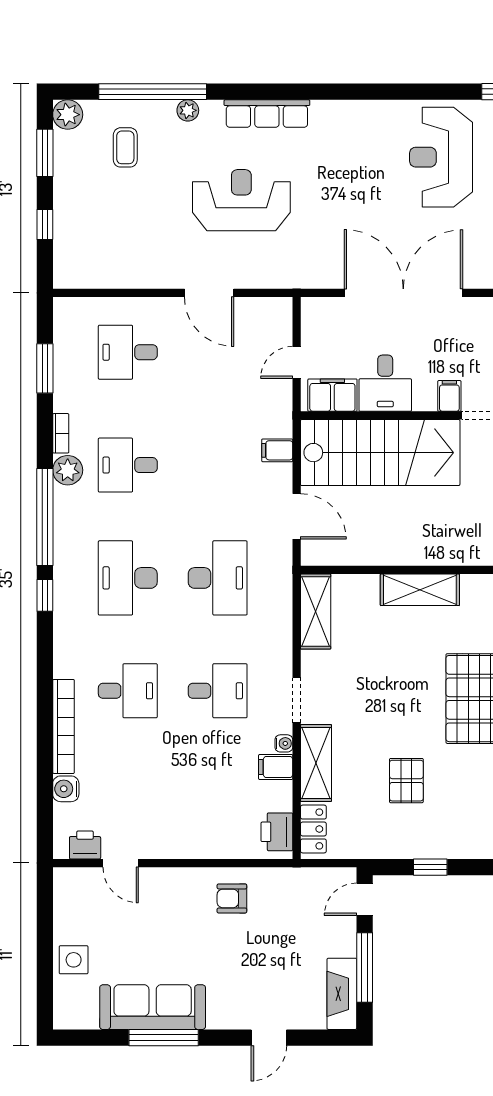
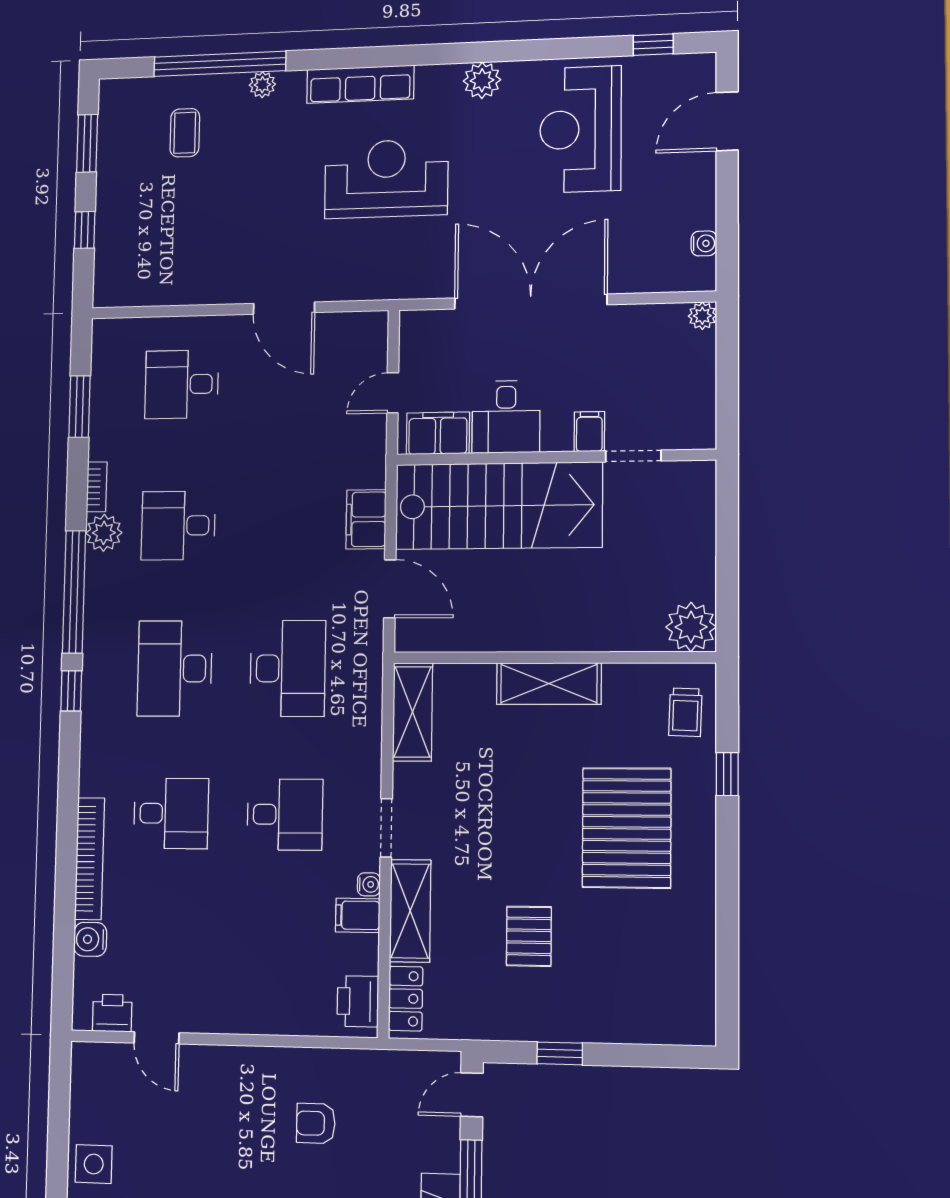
plant: (68, 115) -> (482, 80), moved
reception desk: (241, 200) -> (386, 179), moved
filing cabinet: (277, 450) -> (366, 519), width x2.00
armchair: (232, 898) -> (316, 1123), moved

